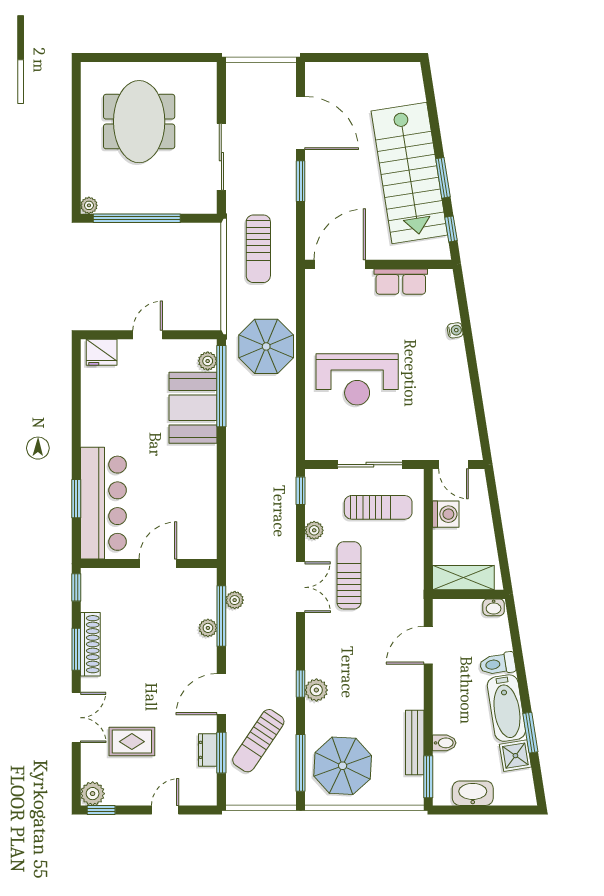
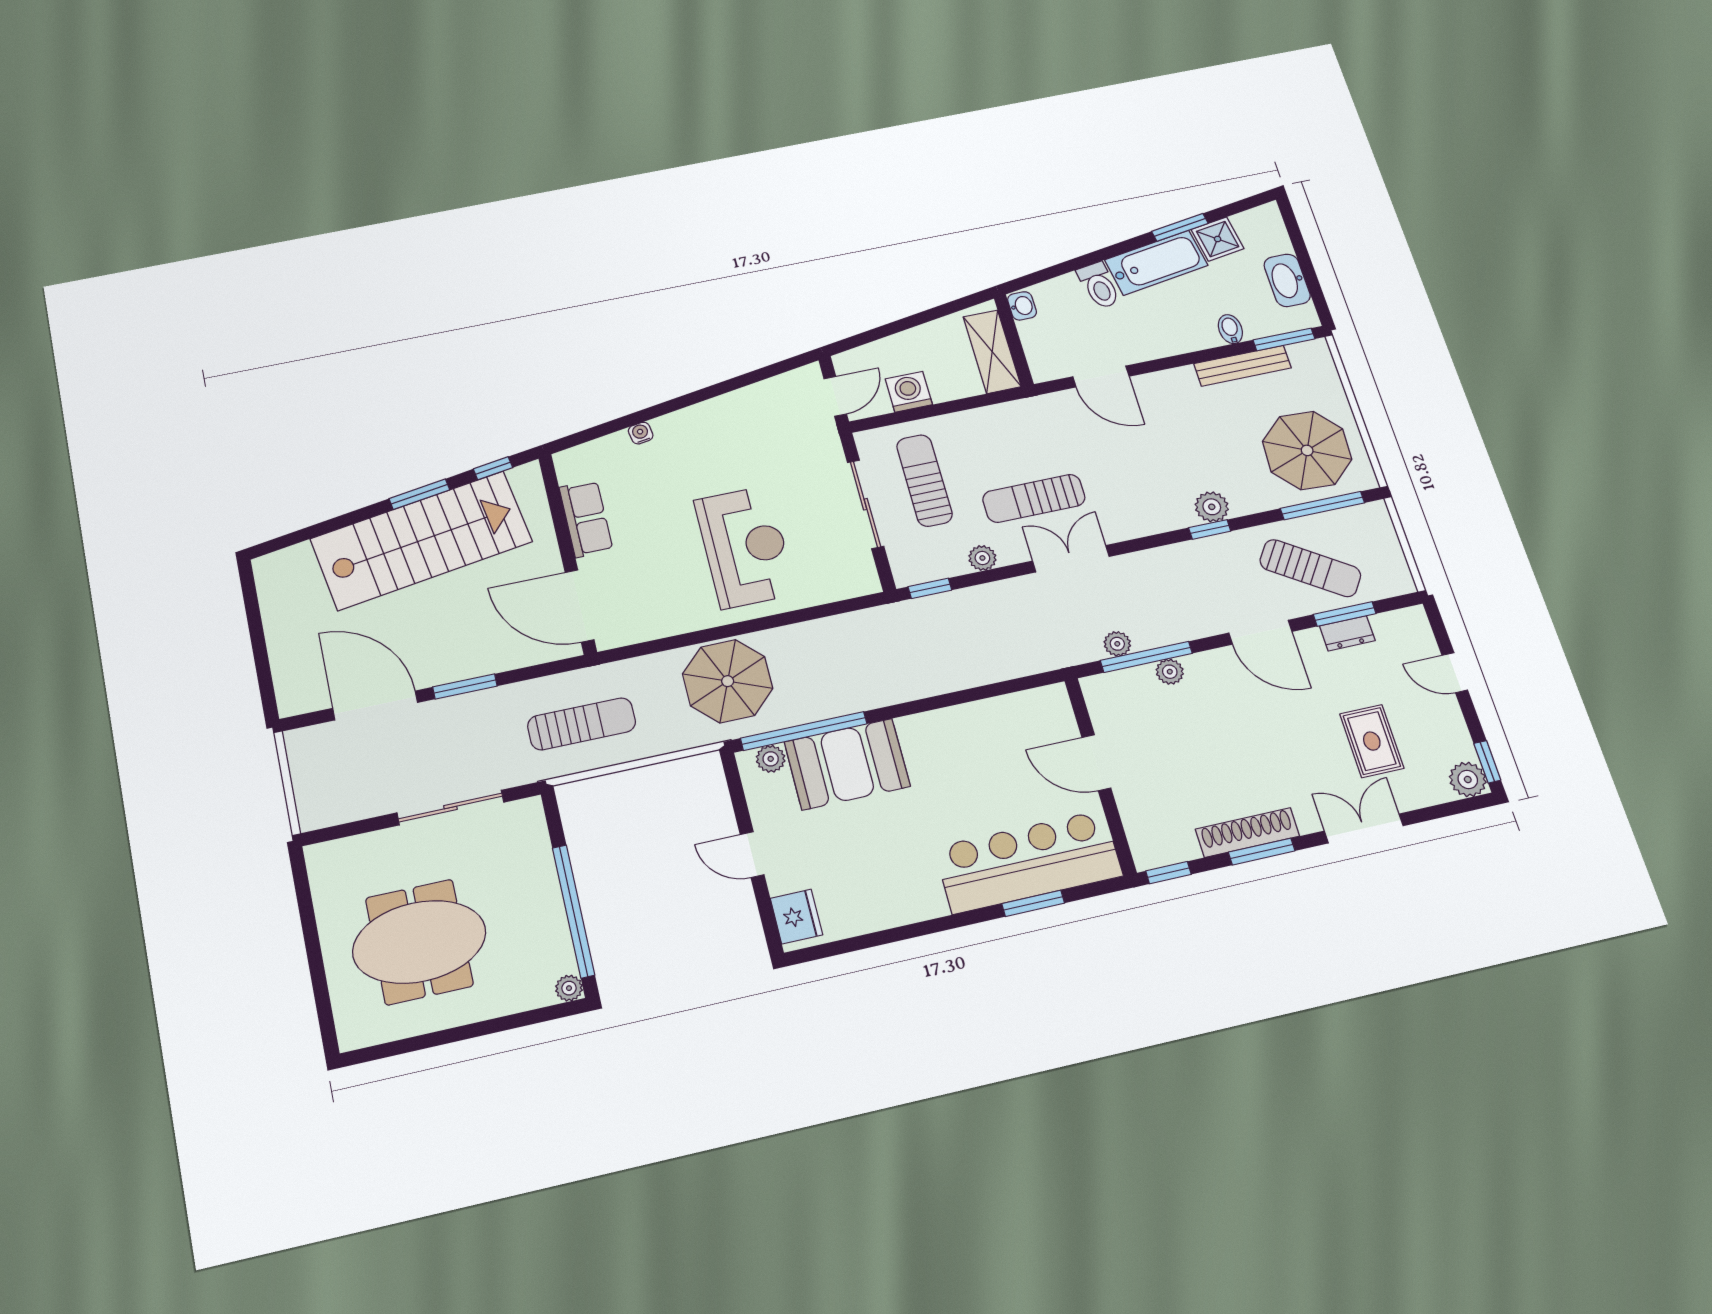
door: (301, 123) -> (375, 705), hinge flipped

